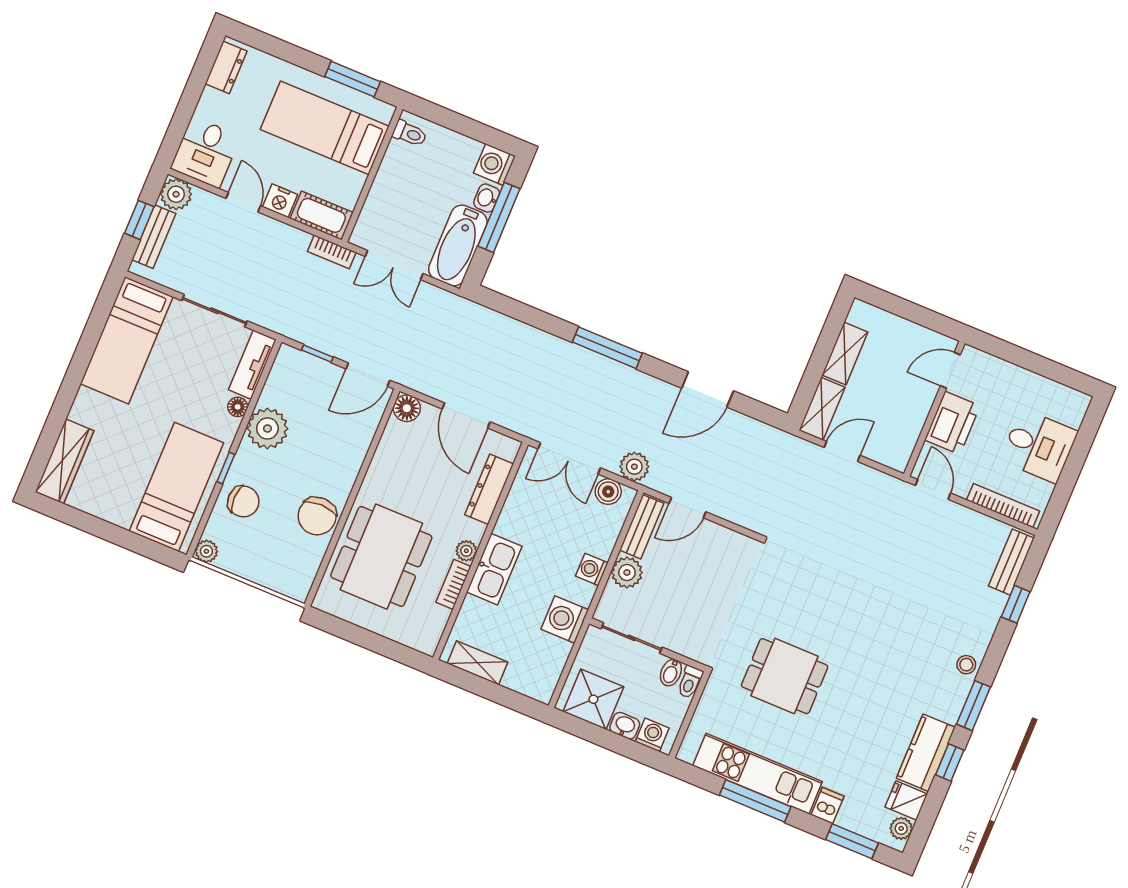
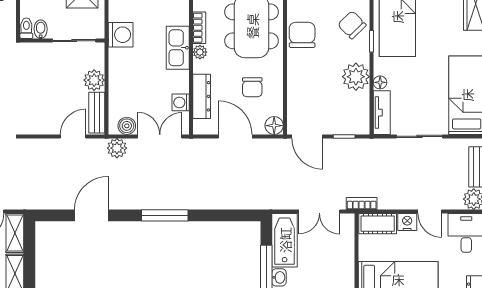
double door: (394, 265) -> (319, 212), swing flipped
door: (368, 375) -> (307, 136), swing flipped
chair: (415, 473) -> (252, 87), added
chair: (243, 501) -> (352, 25), turned 46
washing machine: (592, 569) -> (181, 102), moved, turned 180

